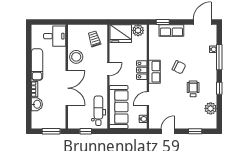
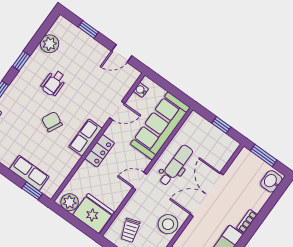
washbasin: (37, 104) -> (271, 181), moved
dental chair: (98, 111) -> (176, 165), moved, turned 180

